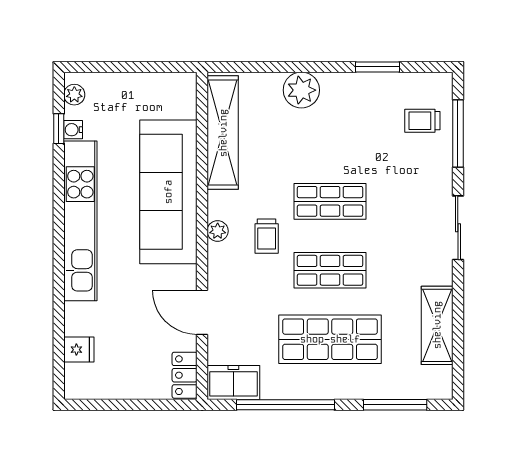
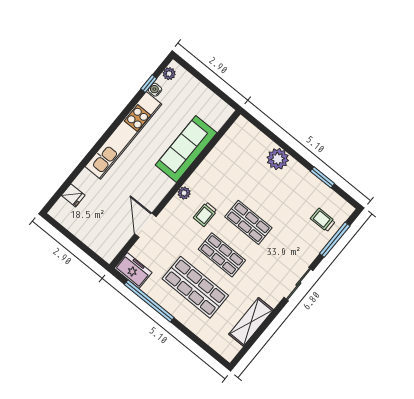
shelving: (223, 133) -> (224, 149), removed
sofa: (168, 192) -> (186, 149), width x0.74, depth x0.79
locker: (185, 375) -> (113, 248), removed
window: (395, 405) -> (201, 343), removed

